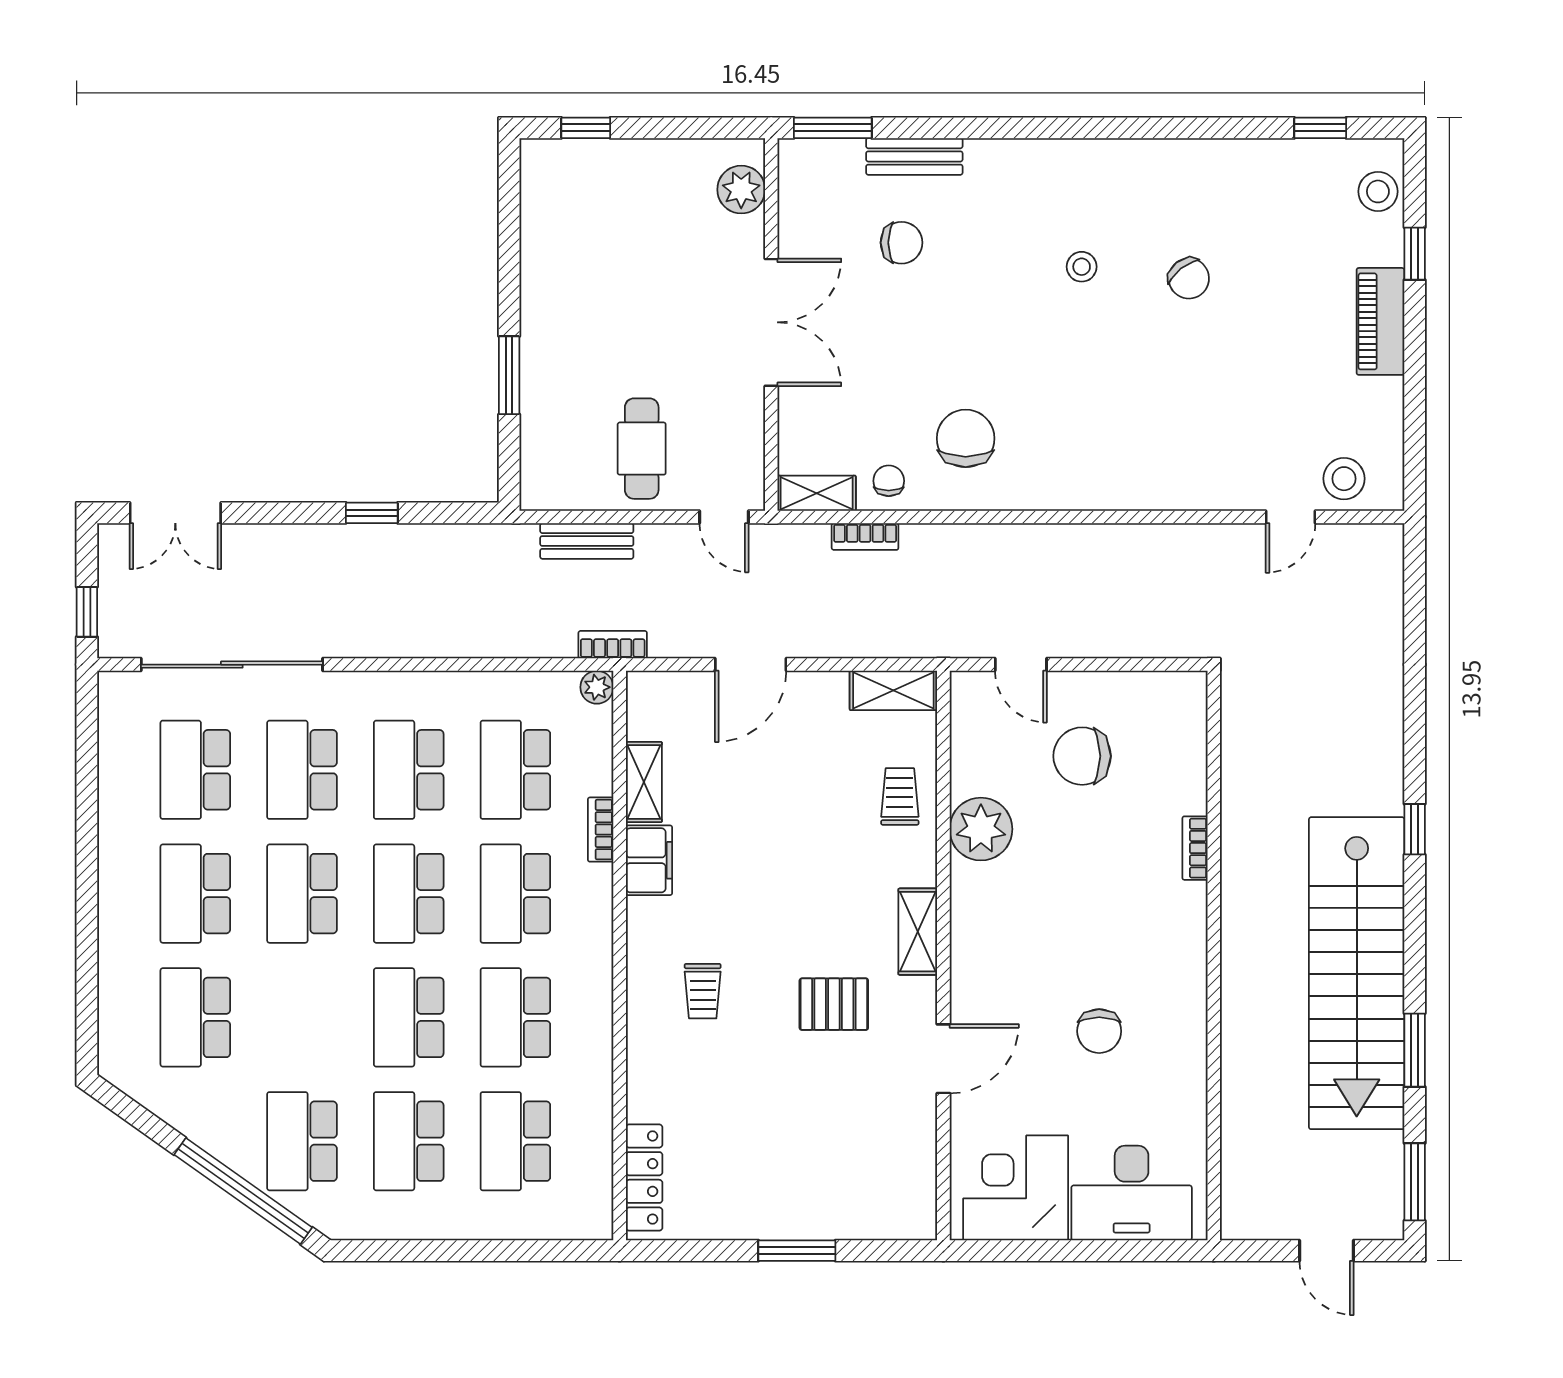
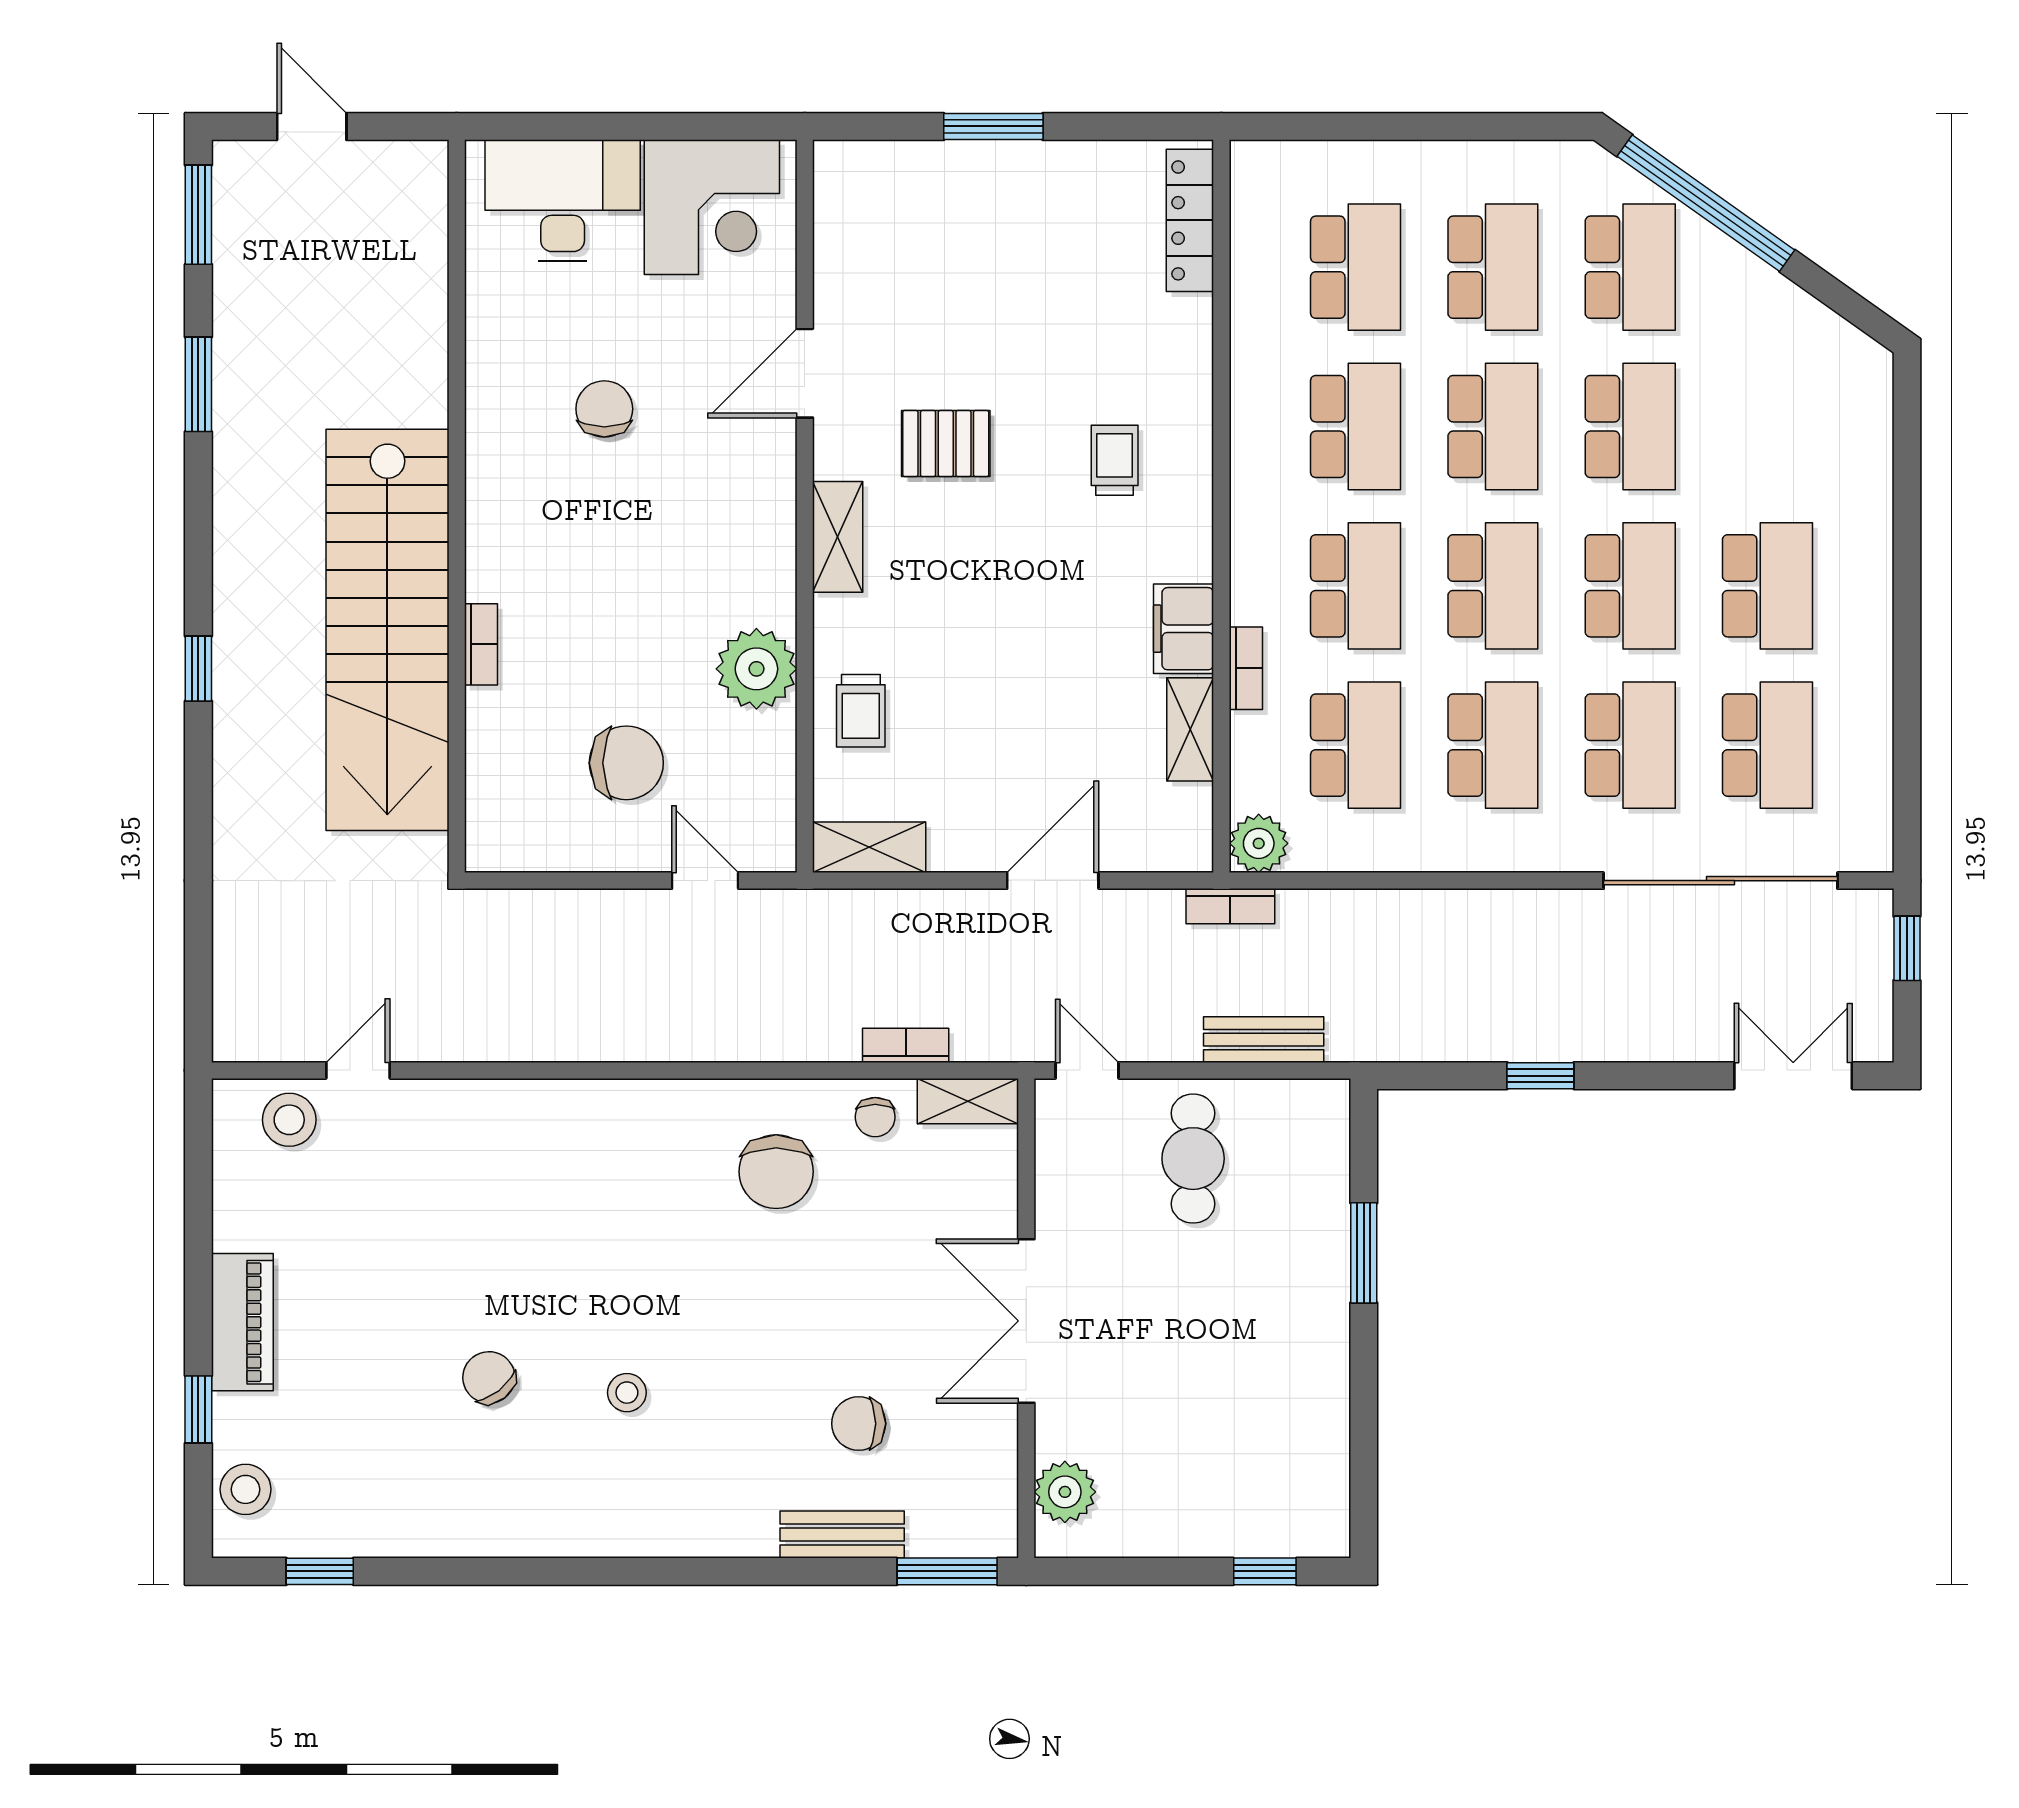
plant: (597, 687) -> (1259, 843), width x1.38, depth x1.38
stairs: (1357, 973) -> (387, 630), moved, turned 180
school desk: (195, 1017) -> (1630, 427), moved

